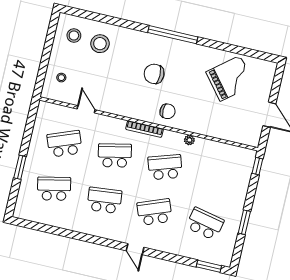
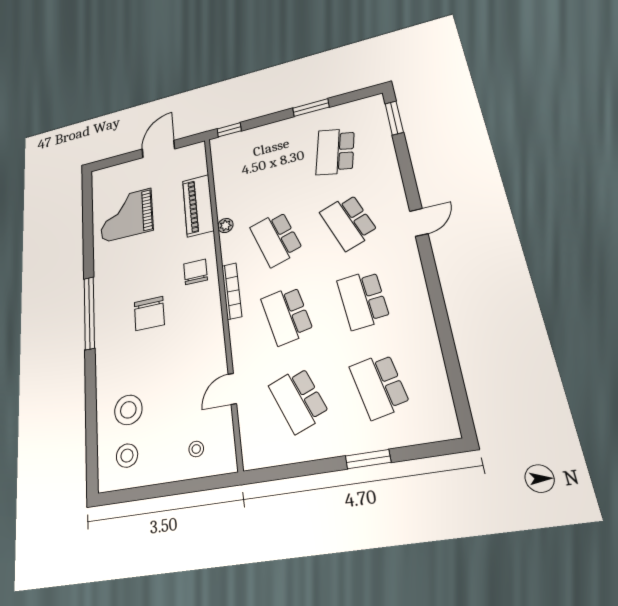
grand piano: (230, 78) -> (126, 215), turned -51
piano: (212, 128) -> (198, 206), added

